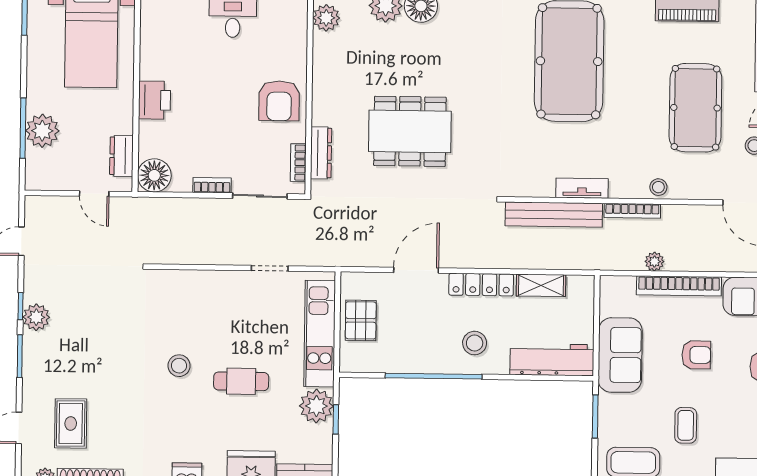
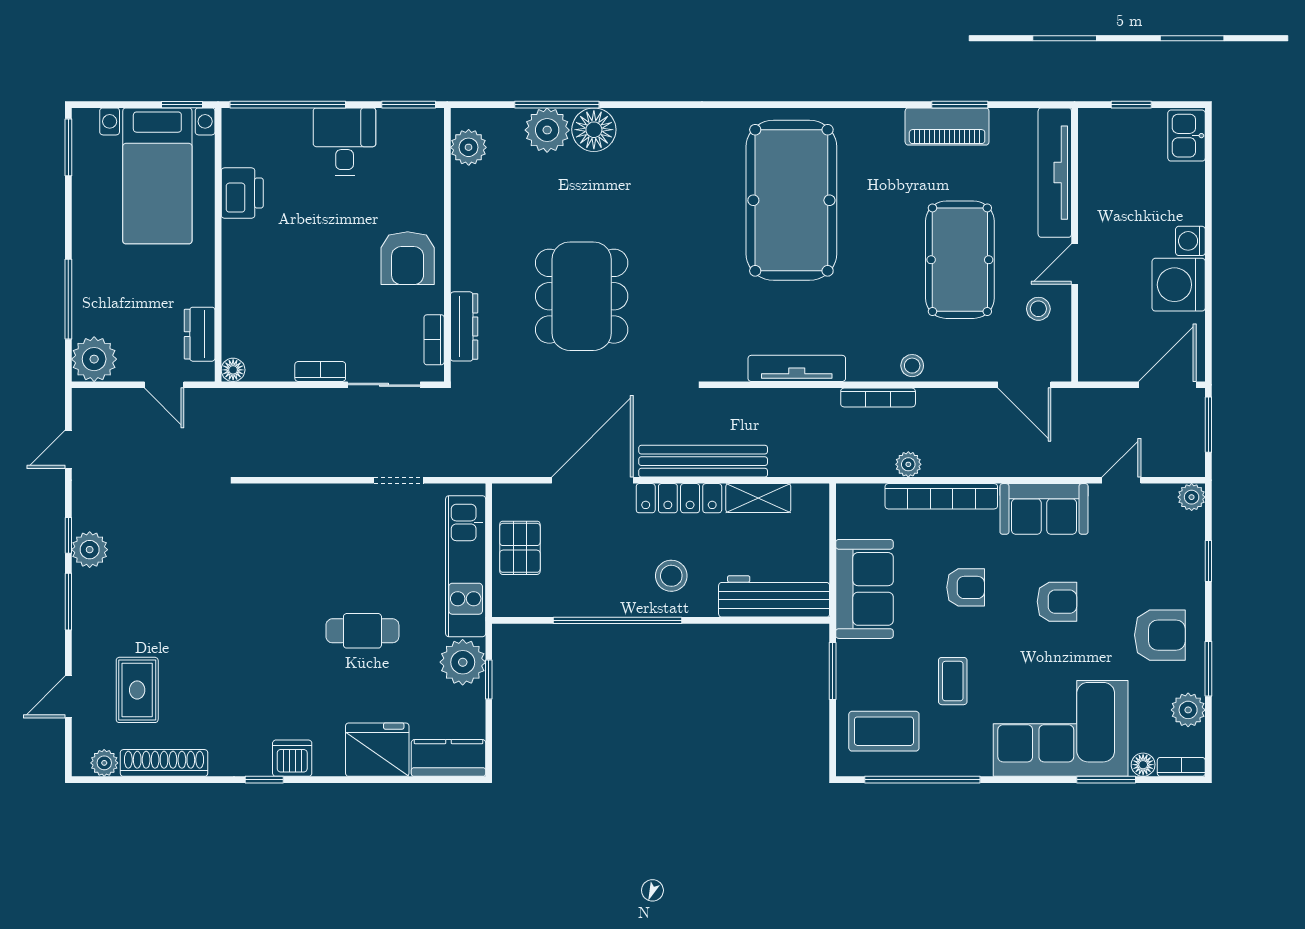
printer: (154, 100) -> (242, 193), moved
plant: (42, 131) -> (94, 359), moved
dining table: (410, 131) -> (582, 296), turned 90
floor lamp: (154, 175) -> (233, 370), width x0.53, depth x0.53
tv unit: (582, 188) -> (797, 368), width x1.41
bench: (554, 215) -> (703, 461), moved
door: (416, 270) -> (592, 480), width x1.36
stool: (179, 366) -> (280, 611), removed

